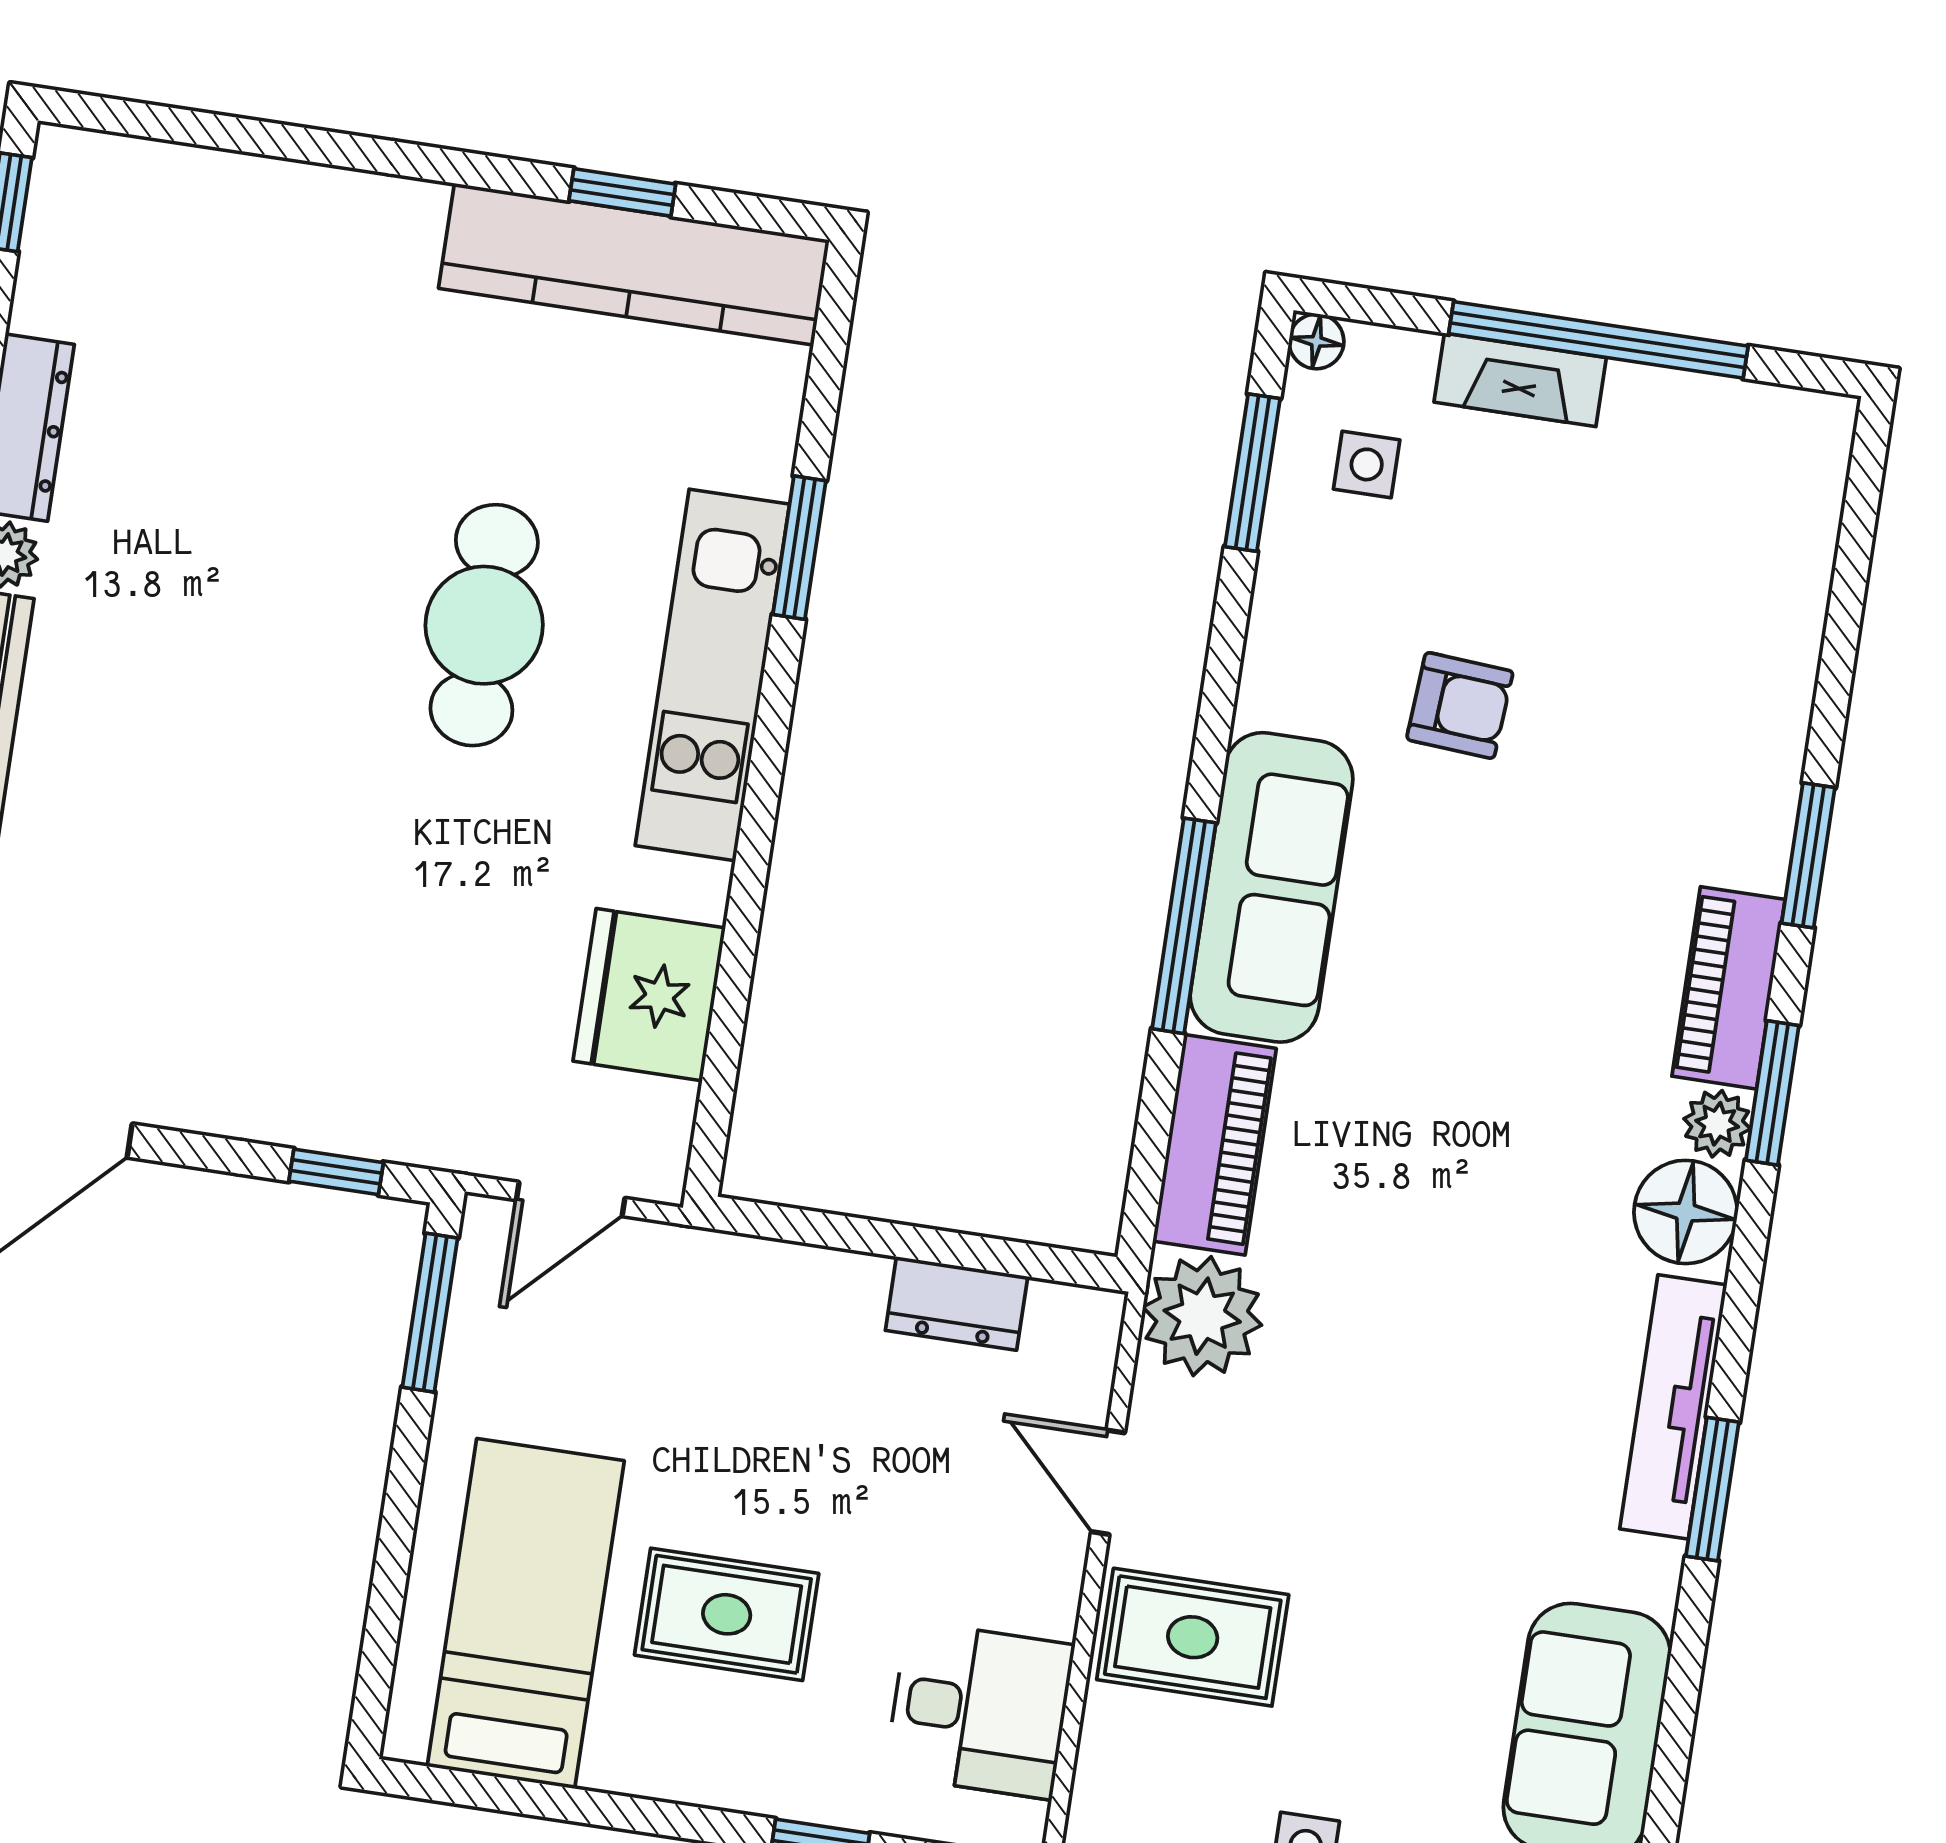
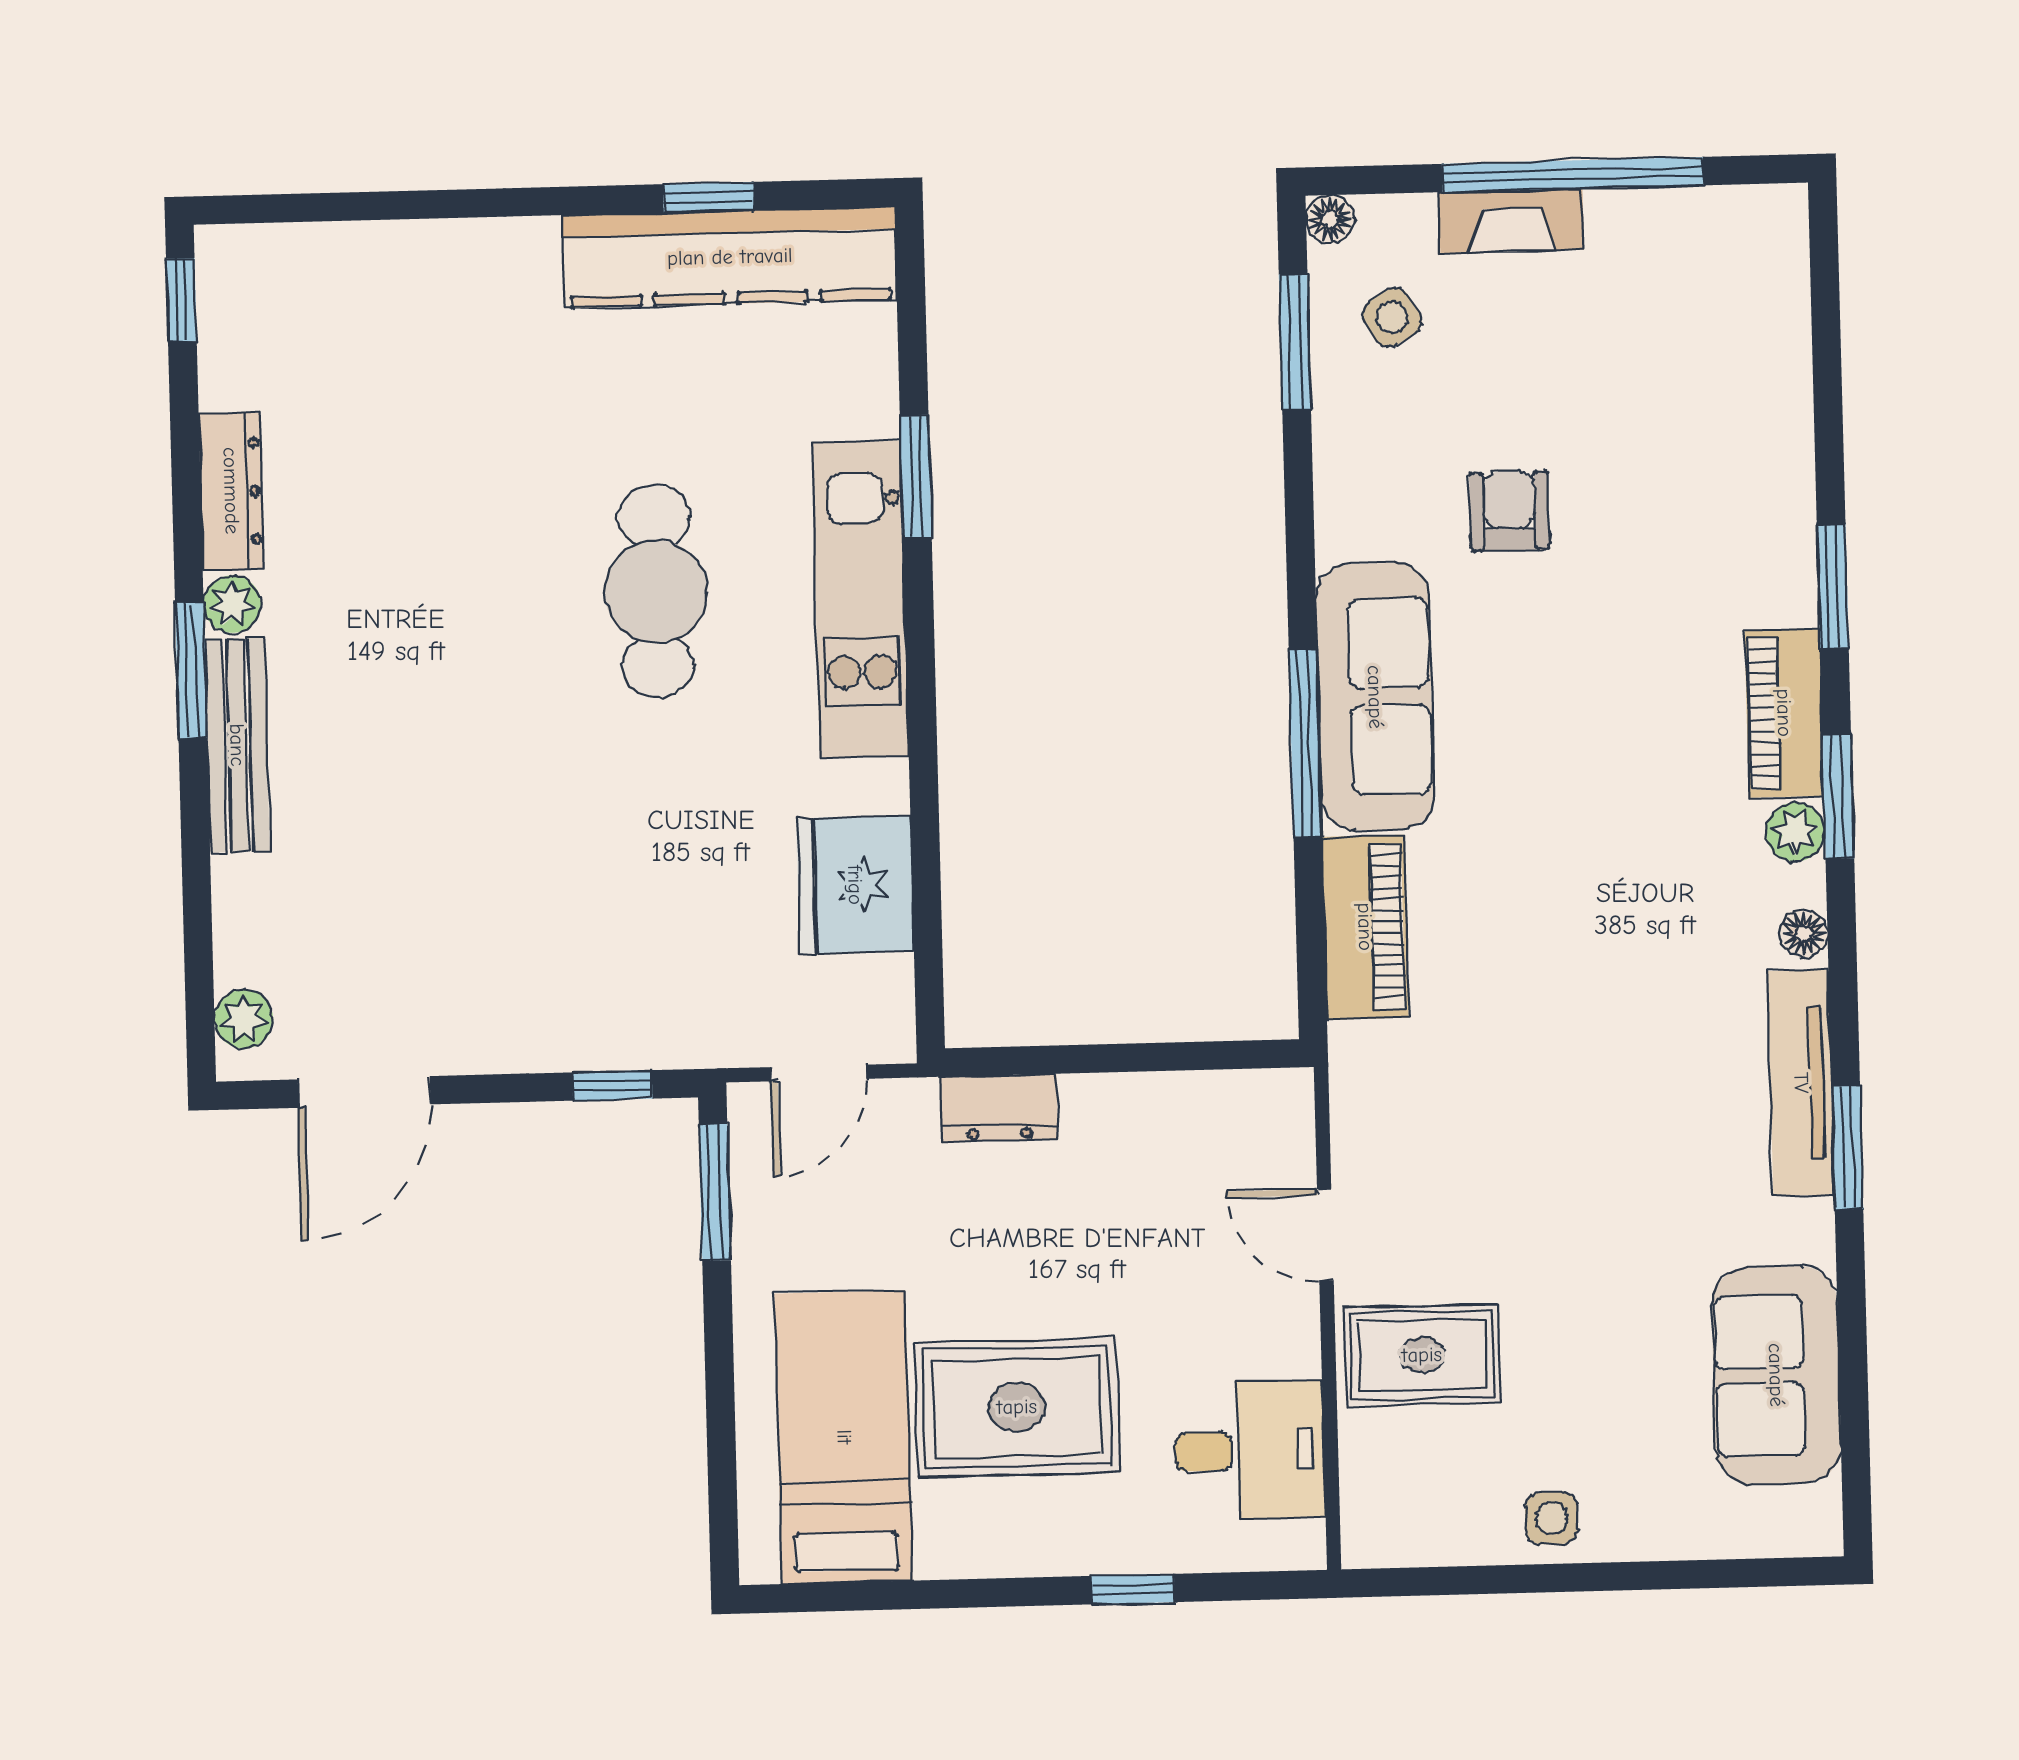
side table: (1367, 464) -> (1392, 317), turned -32
armchair: (1460, 705) -> (1509, 511), turned -94
floor lamp: (1686, 1212) -> (1804, 934), width x0.53, depth x0.53
dresser: (957, 1303) -> (999, 1108), moved
plant: (1202, 1316) -> (1381, 1077), removed
rug: (727, 1614) -> (1017, 1407), width x1.36, depth x1.43

